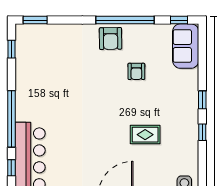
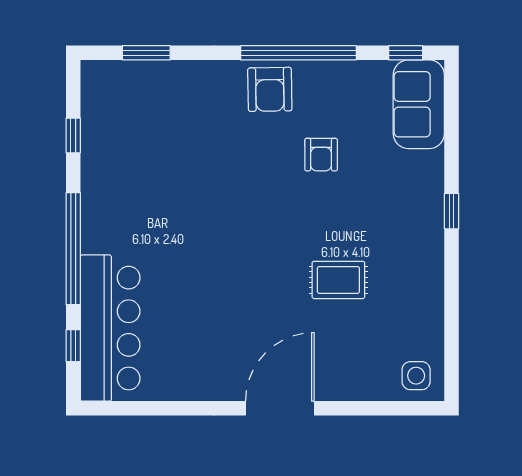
window: (35, 20) -> (146, 53), moved
window: (11, 49) -> (73, 135), moved
window: (202, 132) -> (452, 275), removed

